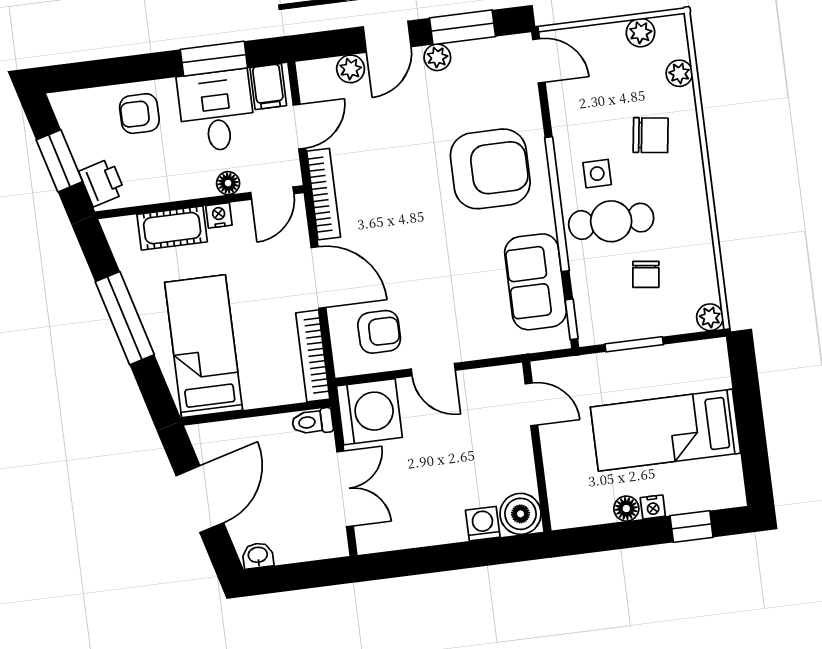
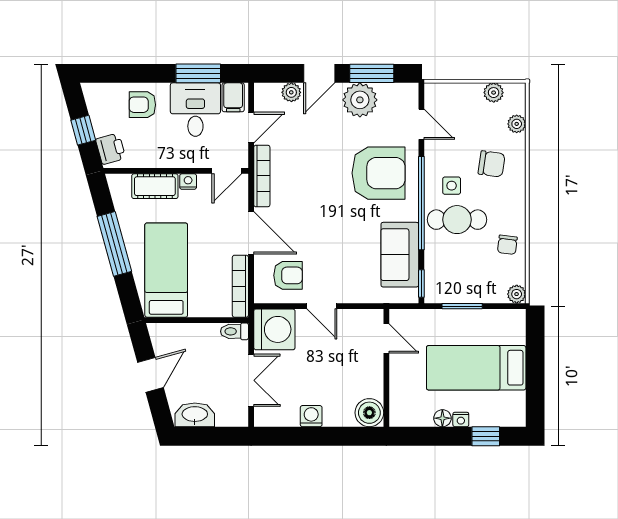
plant: (437, 57) -> (360, 100), width x1.87, depth x1.87
door: (539, 61) -> (421, 124), moved
window: (59, 161) -> (83, 130), width x0.67
floor lamp: (228, 183) -> (197, 160), removed
chair: (646, 274) -> (507, 245), moved
door: (200, 499) -> (150, 375), width x0.73
washing machine: (483, 524) -> (311, 416), moved
washbasin: (258, 556) -> (195, 415), width x1.91, depth x1.45

